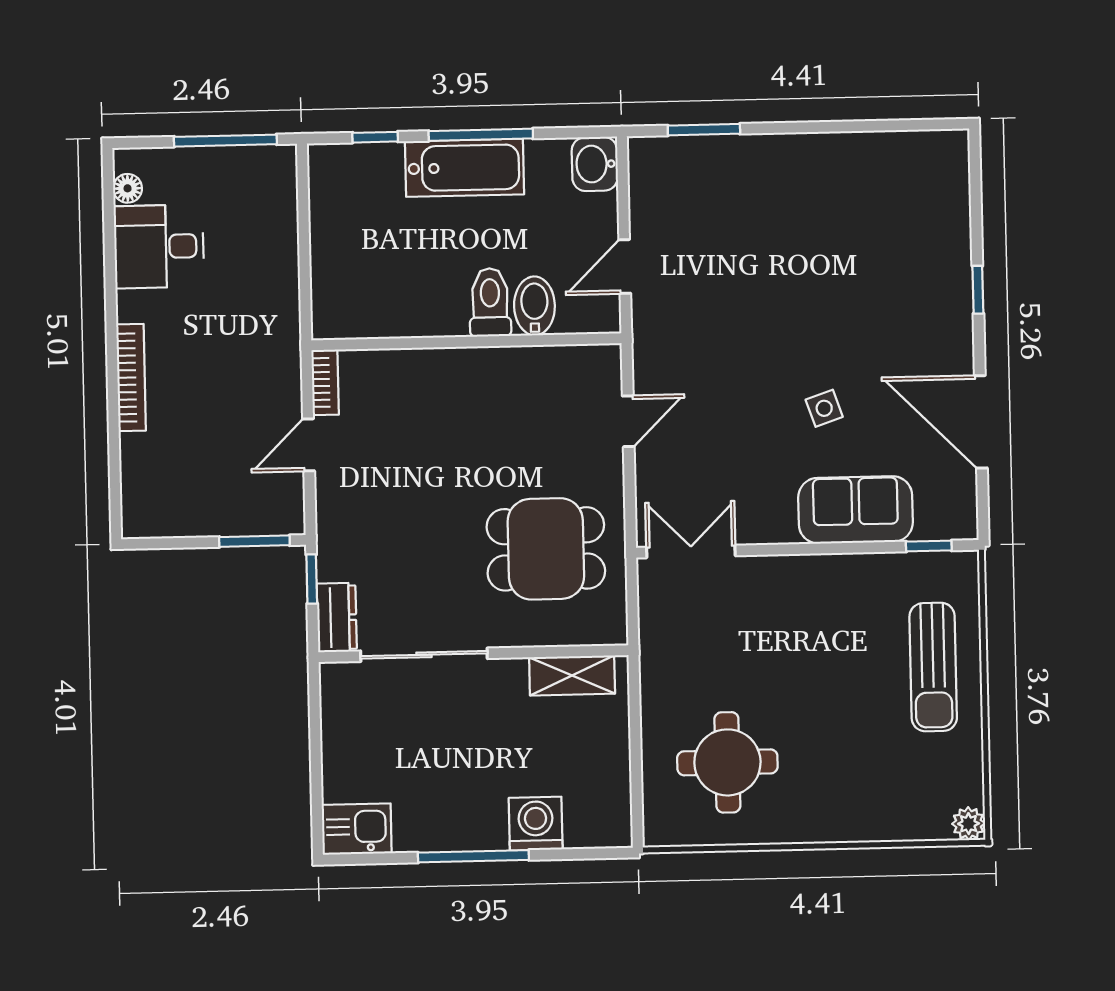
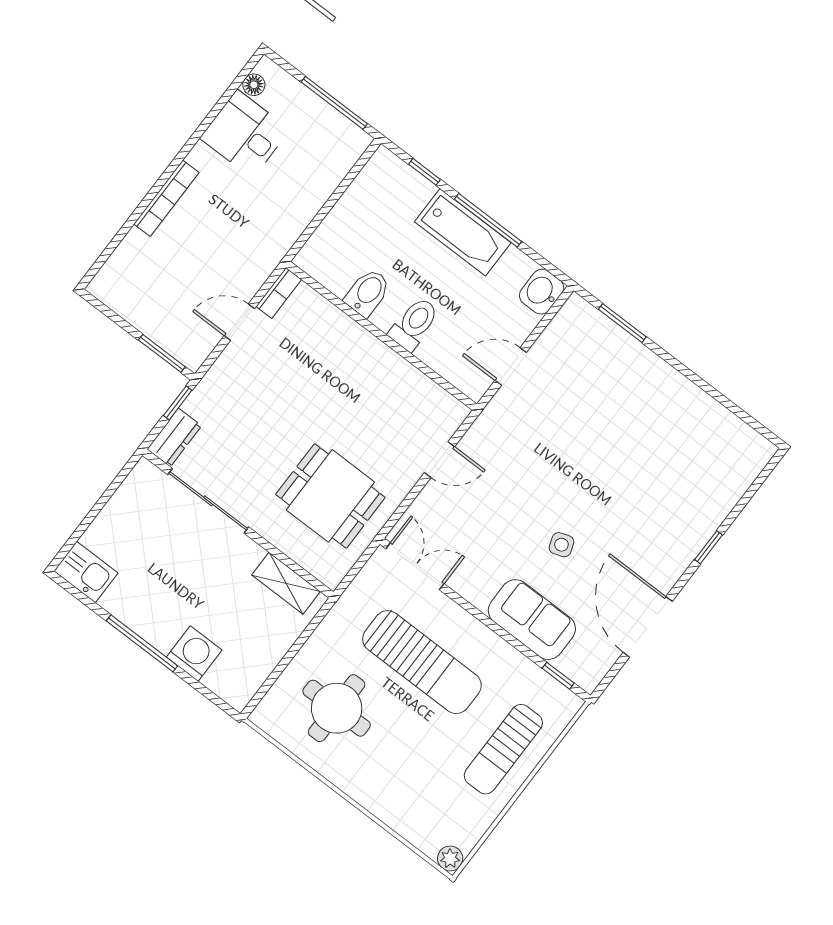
bidet: (534, 306) -> (368, 293), moved
sun lounger: (777, 644) -> (422, 662), added

